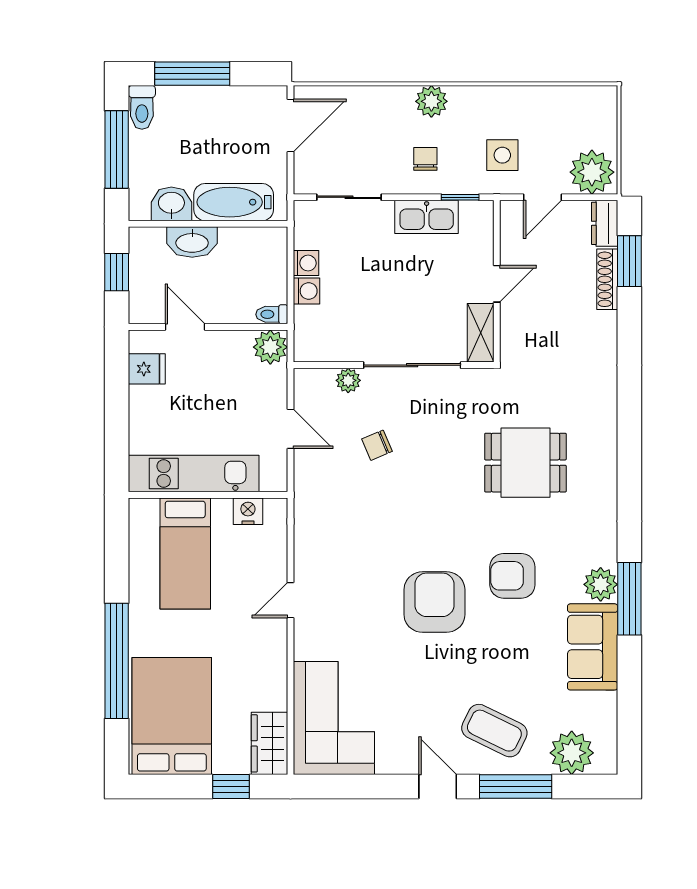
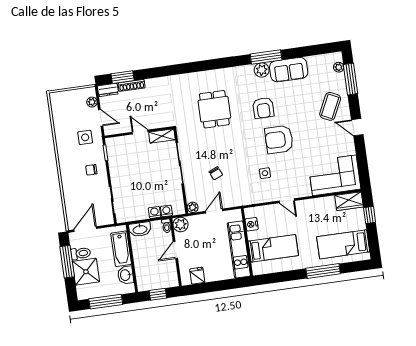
window: (192, 74) -> (67, 262), moved
plant: (431, 101) -> (66, 171), removed
toilet: (142, 107) -> (81, 253), moved
shower: (192, 113) -> (86, 272), added
door: (291, 126) -> (85, 229), hinge flipped
plant: (592, 172) -> (92, 102), width x0.53, depth x0.53
kitchen sink: (427, 217) -> (116, 166), removed
washbasin: (192, 242) -> (140, 229), moved, turned 90
washing machine: (306, 263) -> (166, 211), moved
door: (185, 327) -> (175, 250), moved
plant: (348, 380) -> (193, 207), moved
side table: (361, 559) -> (265, 173), added
window: (117, 661) -> (323, 271), width x0.68
bed: (172, 716) -> (343, 244), width x0.67
plant: (572, 753) -> (339, 67), width x0.53, depth x0.53
door: (438, 786) -> (357, 127), hinge flipped
window: (516, 786) -> (350, 79), moved

